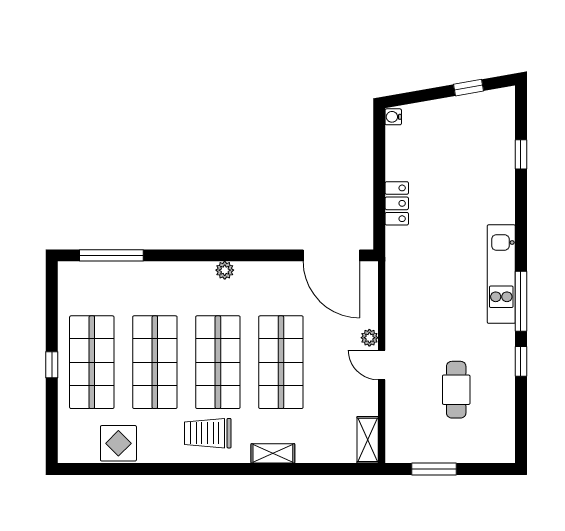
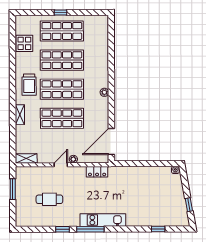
locker: (397, 203) -> (97, 172), moved
window: (111, 255) -> (111, 40), removed
trolley: (208, 433) -> (29, 85), turned 180

